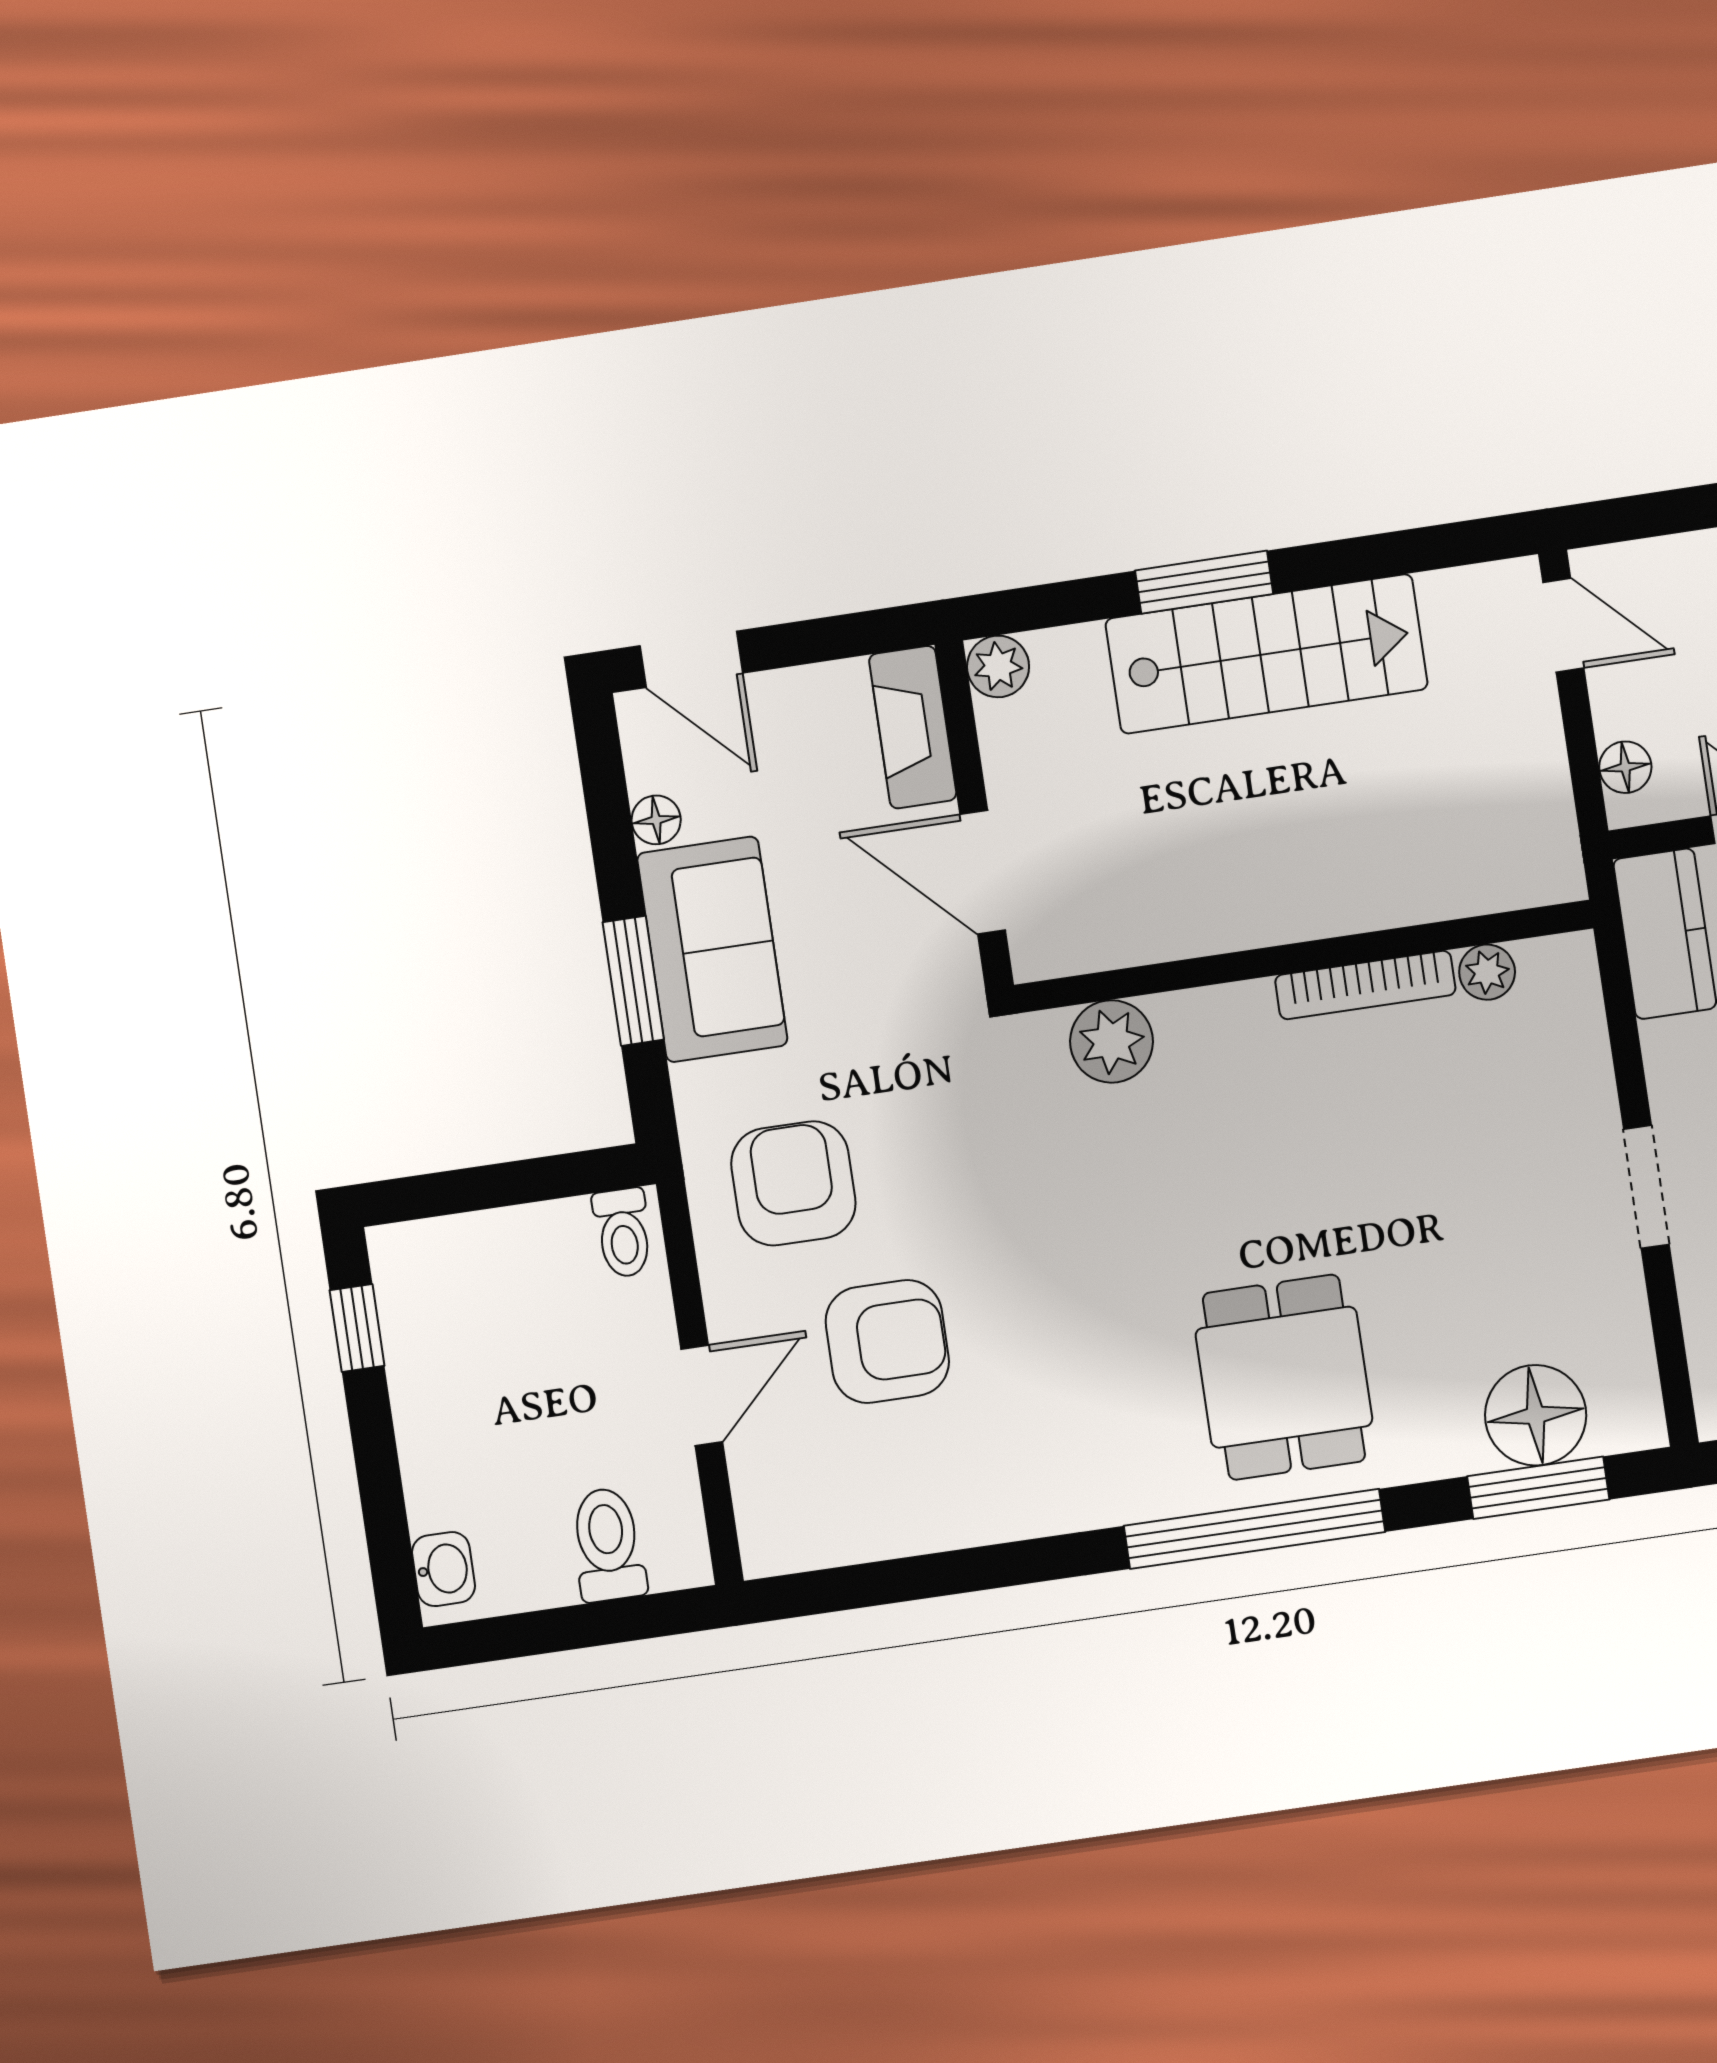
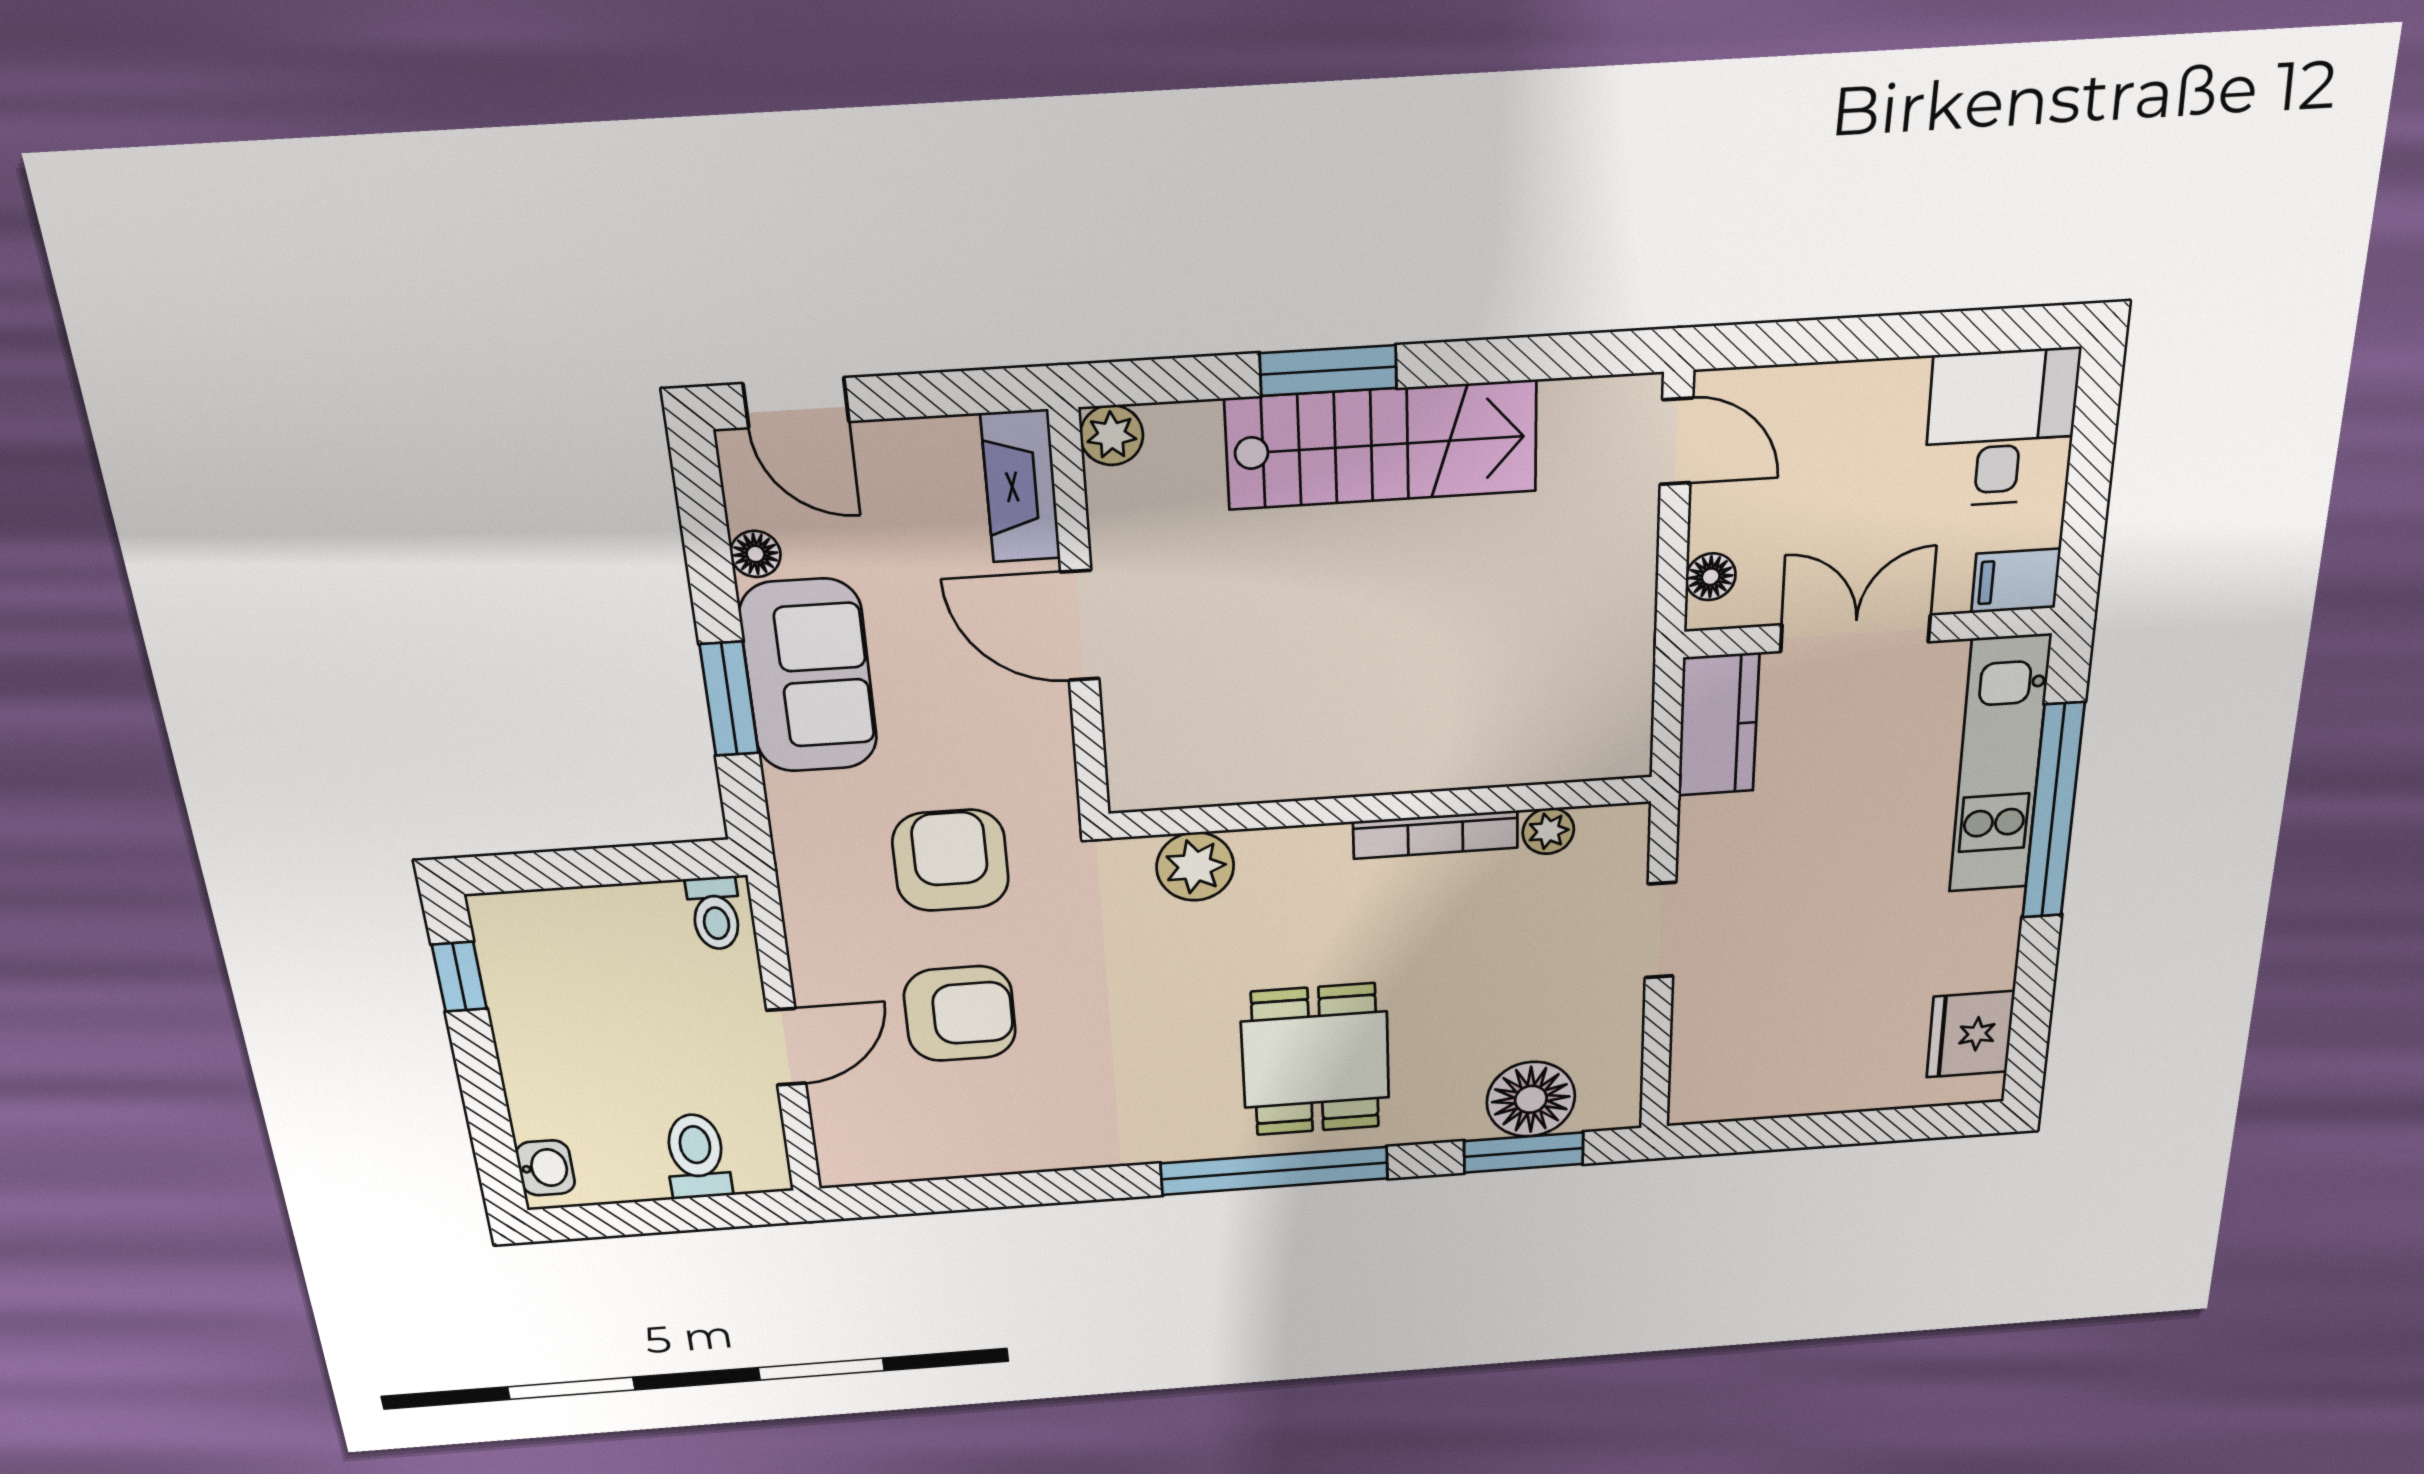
wall: (1303, 957) -> (1382, 807), moved
plant: (1487, 972) -> (1548, 831), moved
bookcase: (1365, 985) -> (1435, 835), moved
plant: (1112, 1041) -> (1195, 866), moved
armchair: (793, 1183) -> (951, 860), moved

